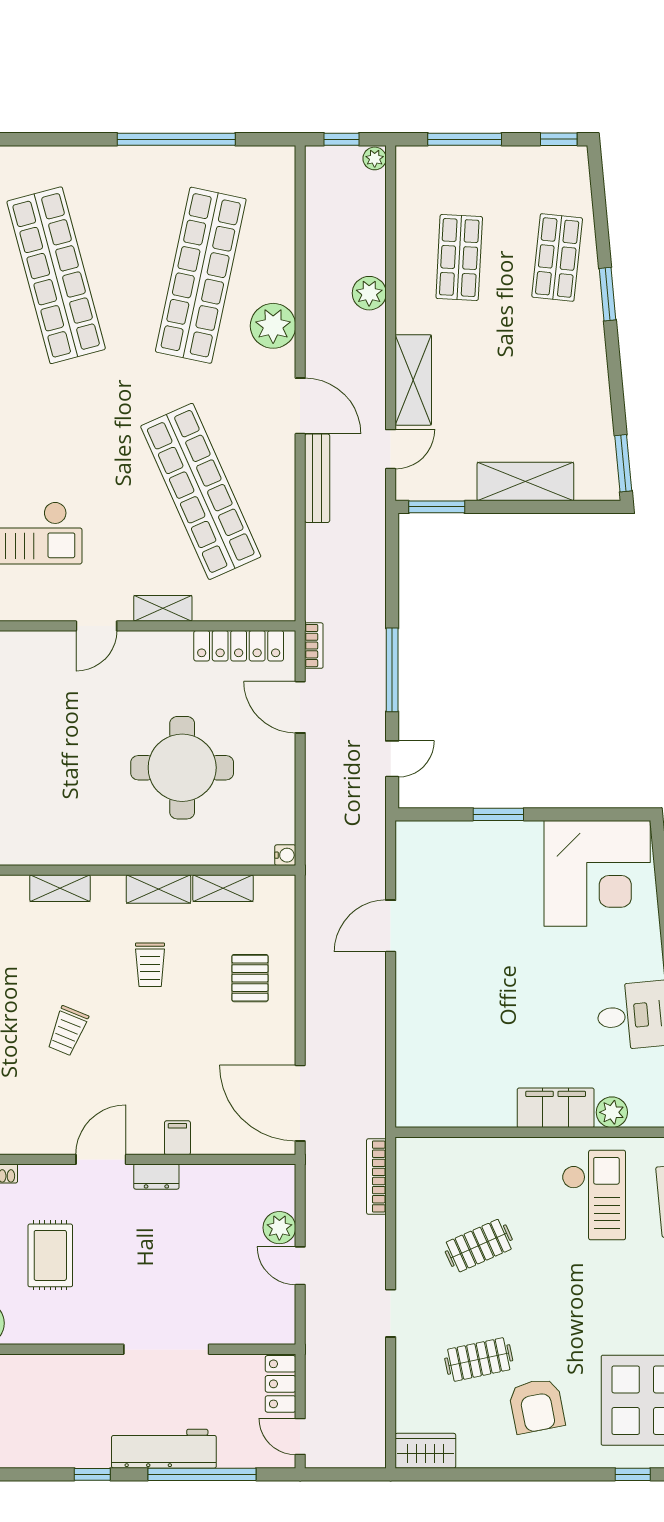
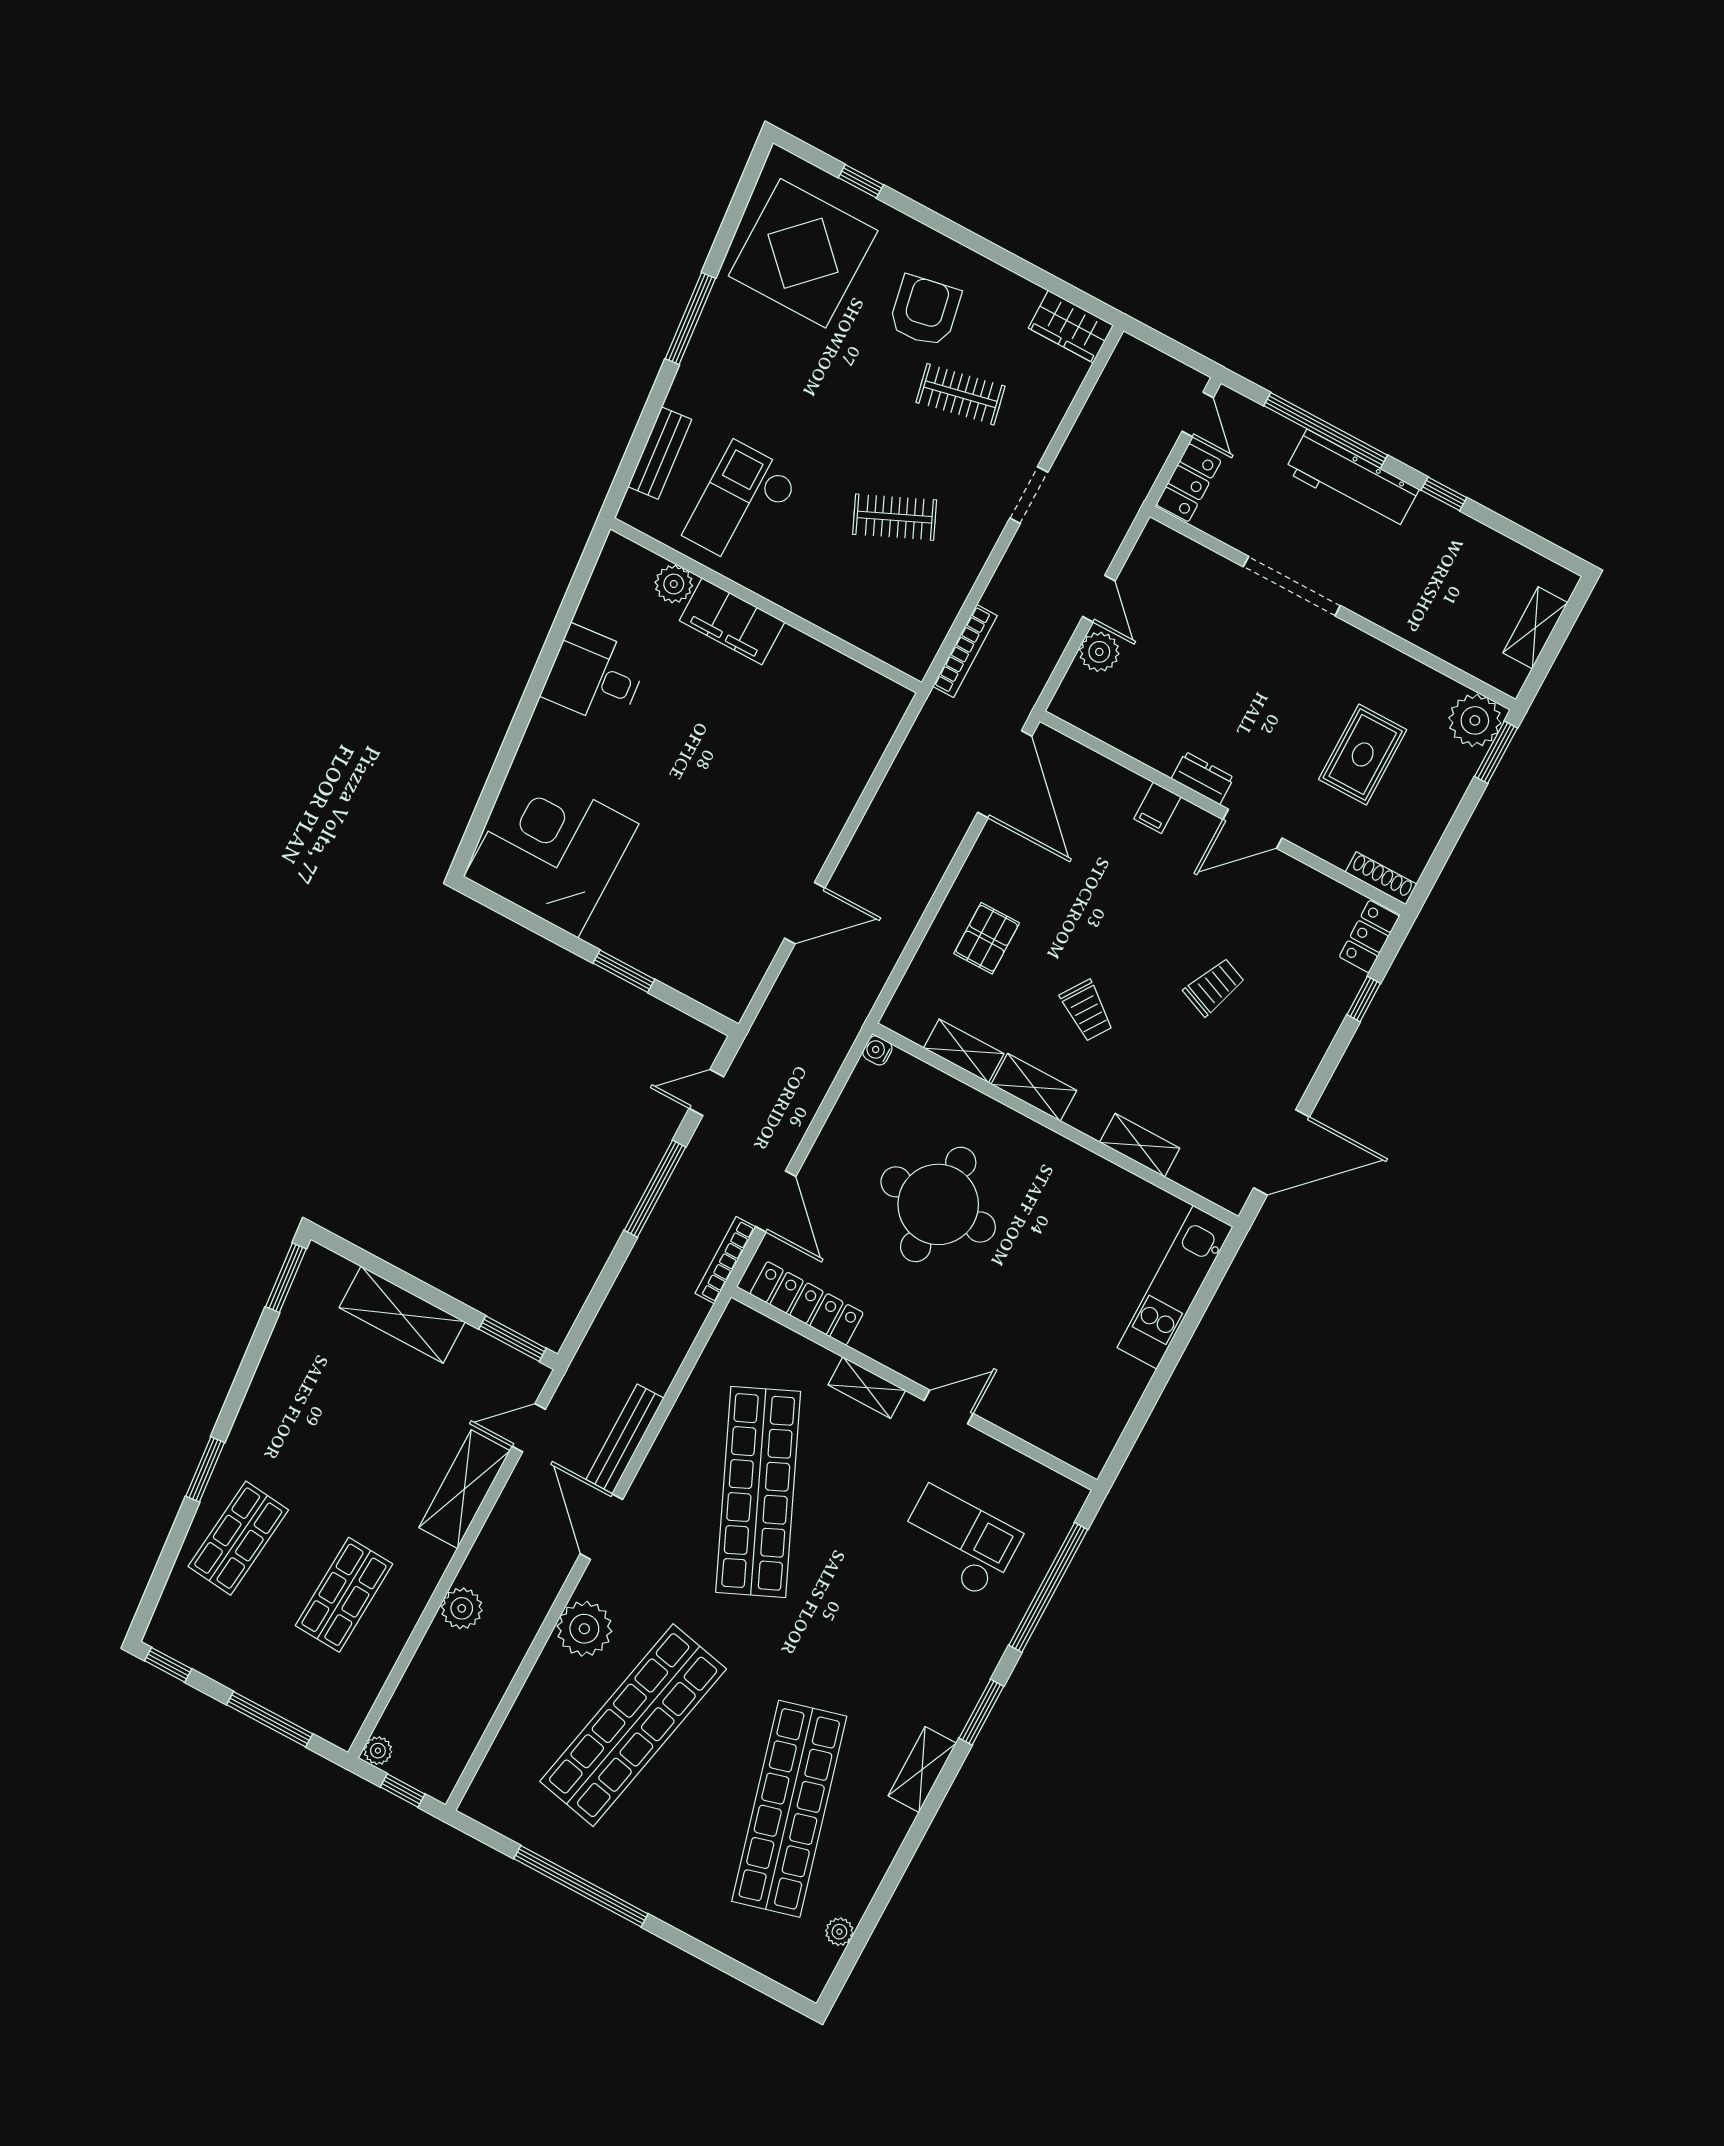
bookcase: (314, 646) -> (725, 1260), width x1.56
trolley: (150, 965) -> (1087, 1010), turned 124

